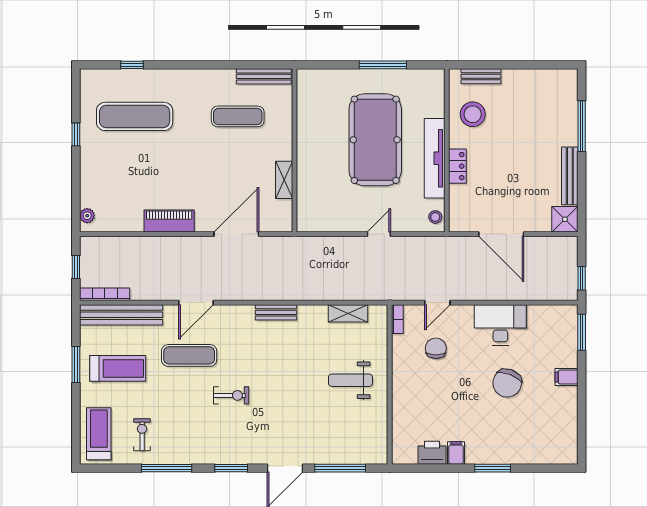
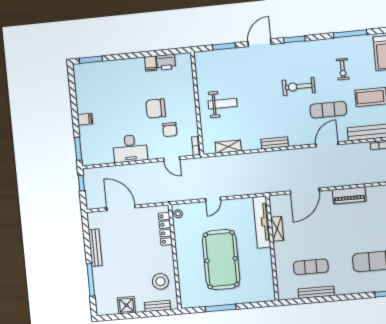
bench: (264, 76) -> (316, 292), moved
tv unit: (435, 158) -> (262, 222), moved, turned 180
locker: (457, 166) -> (165, 229), moved, width x1.53
shower: (565, 219) -> (126, 305), moved
door: (501, 234) -> (121, 208), moved
door: (437, 303) -> (172, 159), swing flipped
chair: (507, 383) -> (156, 108), moved, turned -111
exercise bike: (231, 395) -> (299, 86), width x1.38, depth x1.39
exercise bike: (142, 435) -> (343, 69), moved
window: (167, 468) -> (350, 34), moved
window: (340, 468) -> (224, 46), width x0.69
window: (493, 468) -> (91, 60), moved

